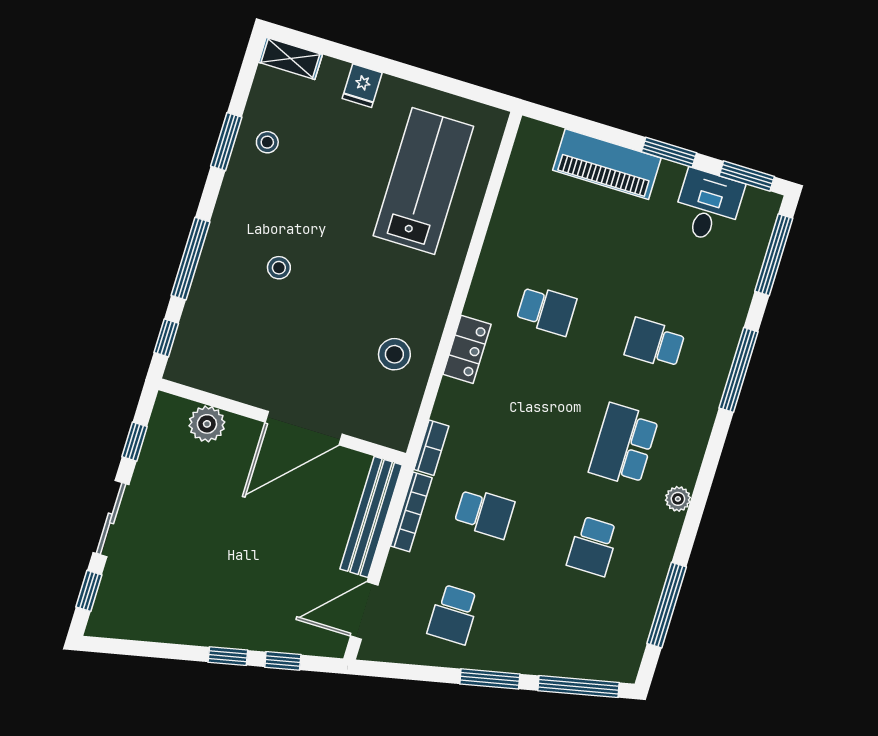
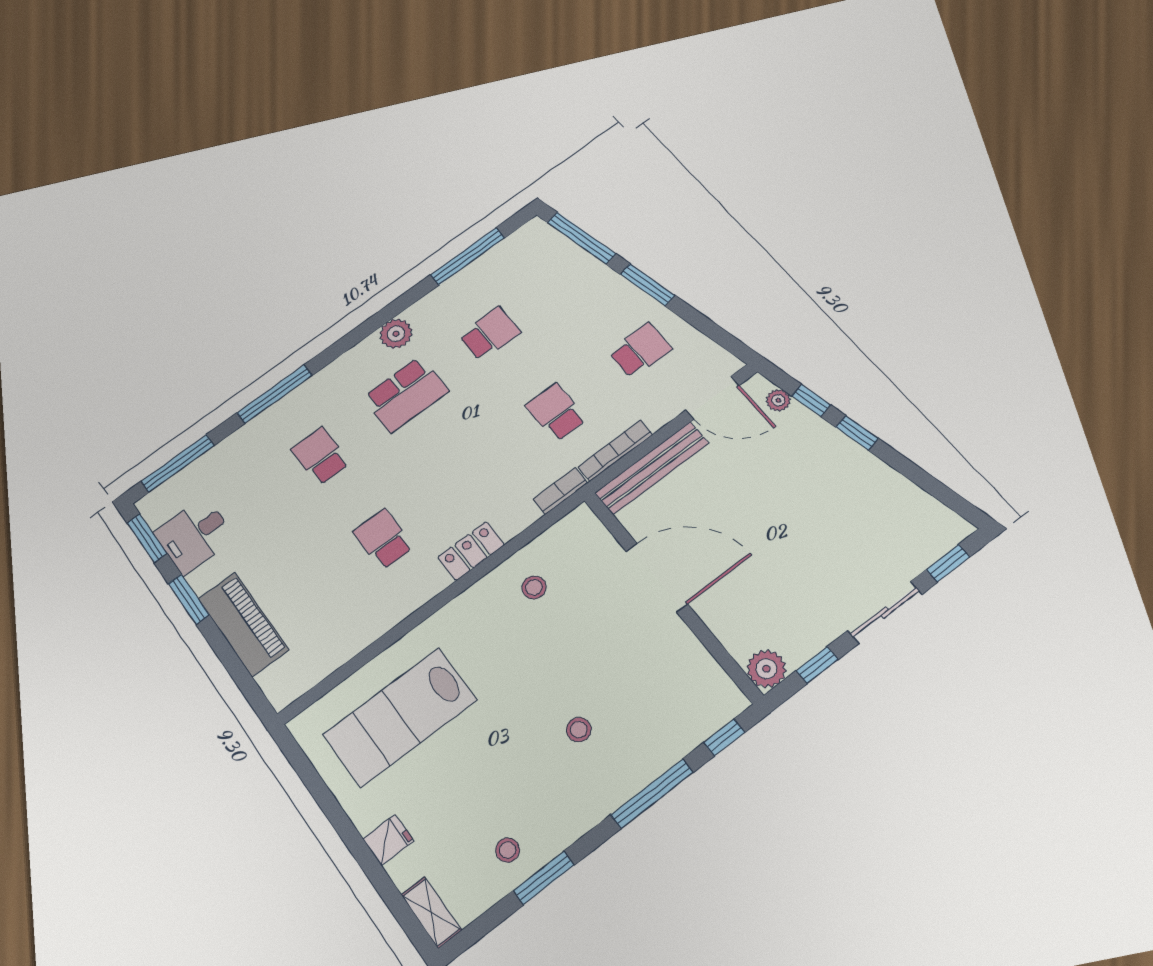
school desk: (655, 343) -> (320, 456), turned 180
stool: (394, 354) -> (534, 587), width x0.73, depth x0.73
plant: (207, 424) -> (766, 669), moved
plant: (678, 499) -> (396, 334), width x1.38, depth x1.38
plant: (309, 644) -> (778, 400), added

